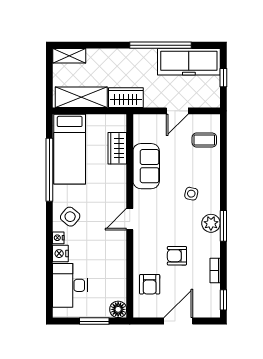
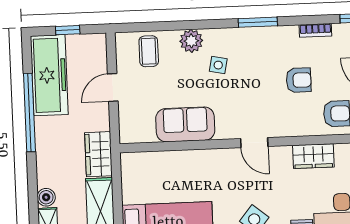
boiler: (94, 55) -> (46, 197), added
door: (177, 111) -> (113, 87), swing flipped
wardrobe: (117, 148) -> (313, 156), moved
plant: (211, 223) -> (191, 41), moved
armchair: (177, 256) -> (299, 80), turned -90

